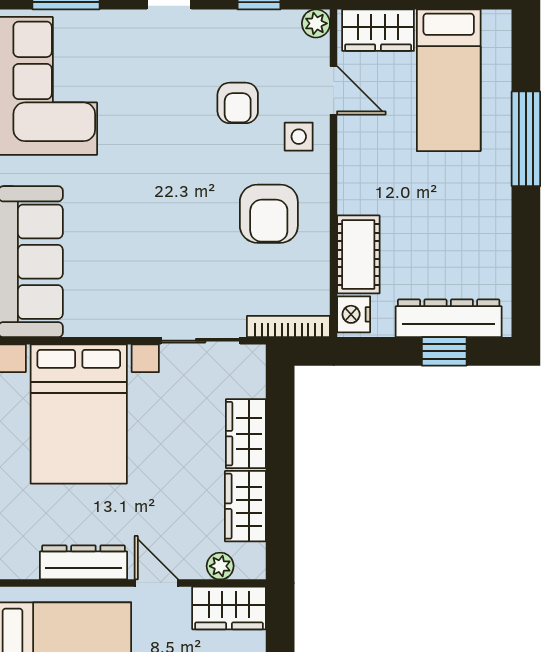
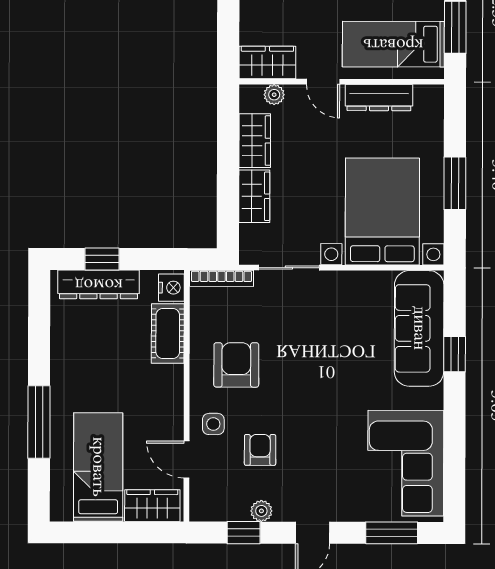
plant: (316, 23) -> (261, 511), moved

